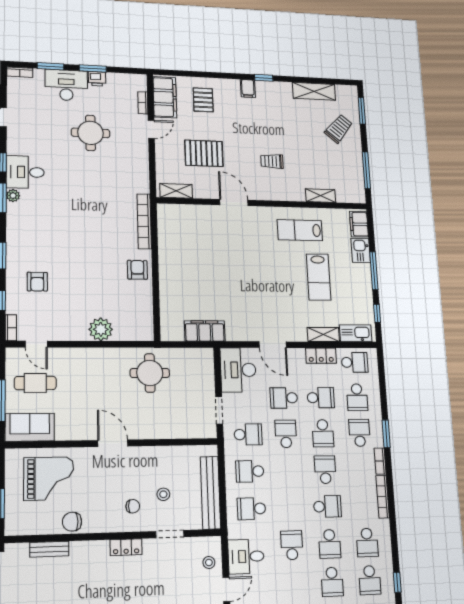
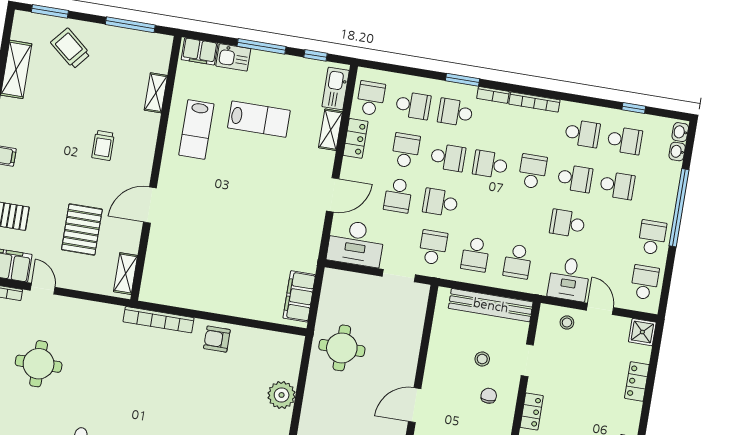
filing cabinet: (205, 331) -> (299, 296), moved

